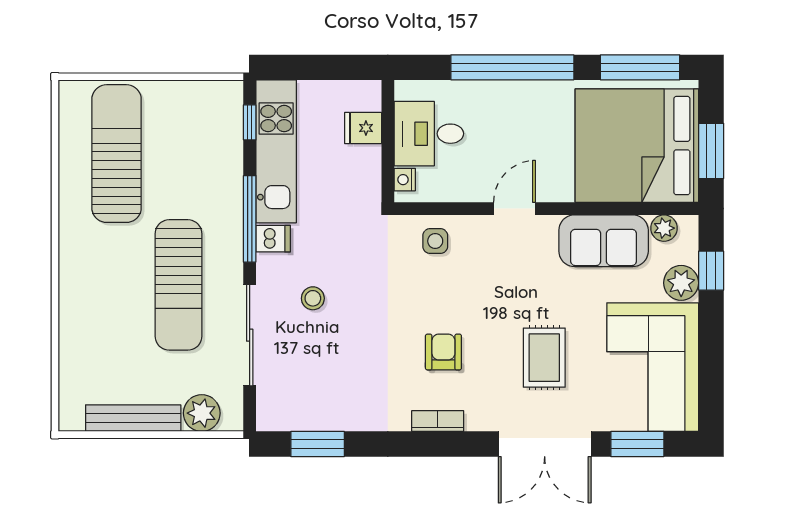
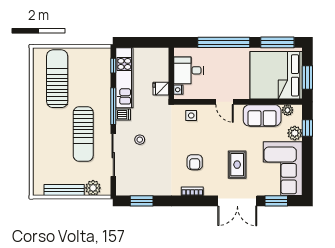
fridge: (363, 128) -> (161, 89), moved
door: (514, 209) -> (225, 102), swing flipped
armchair: (443, 352) -> (195, 162), turned 180

